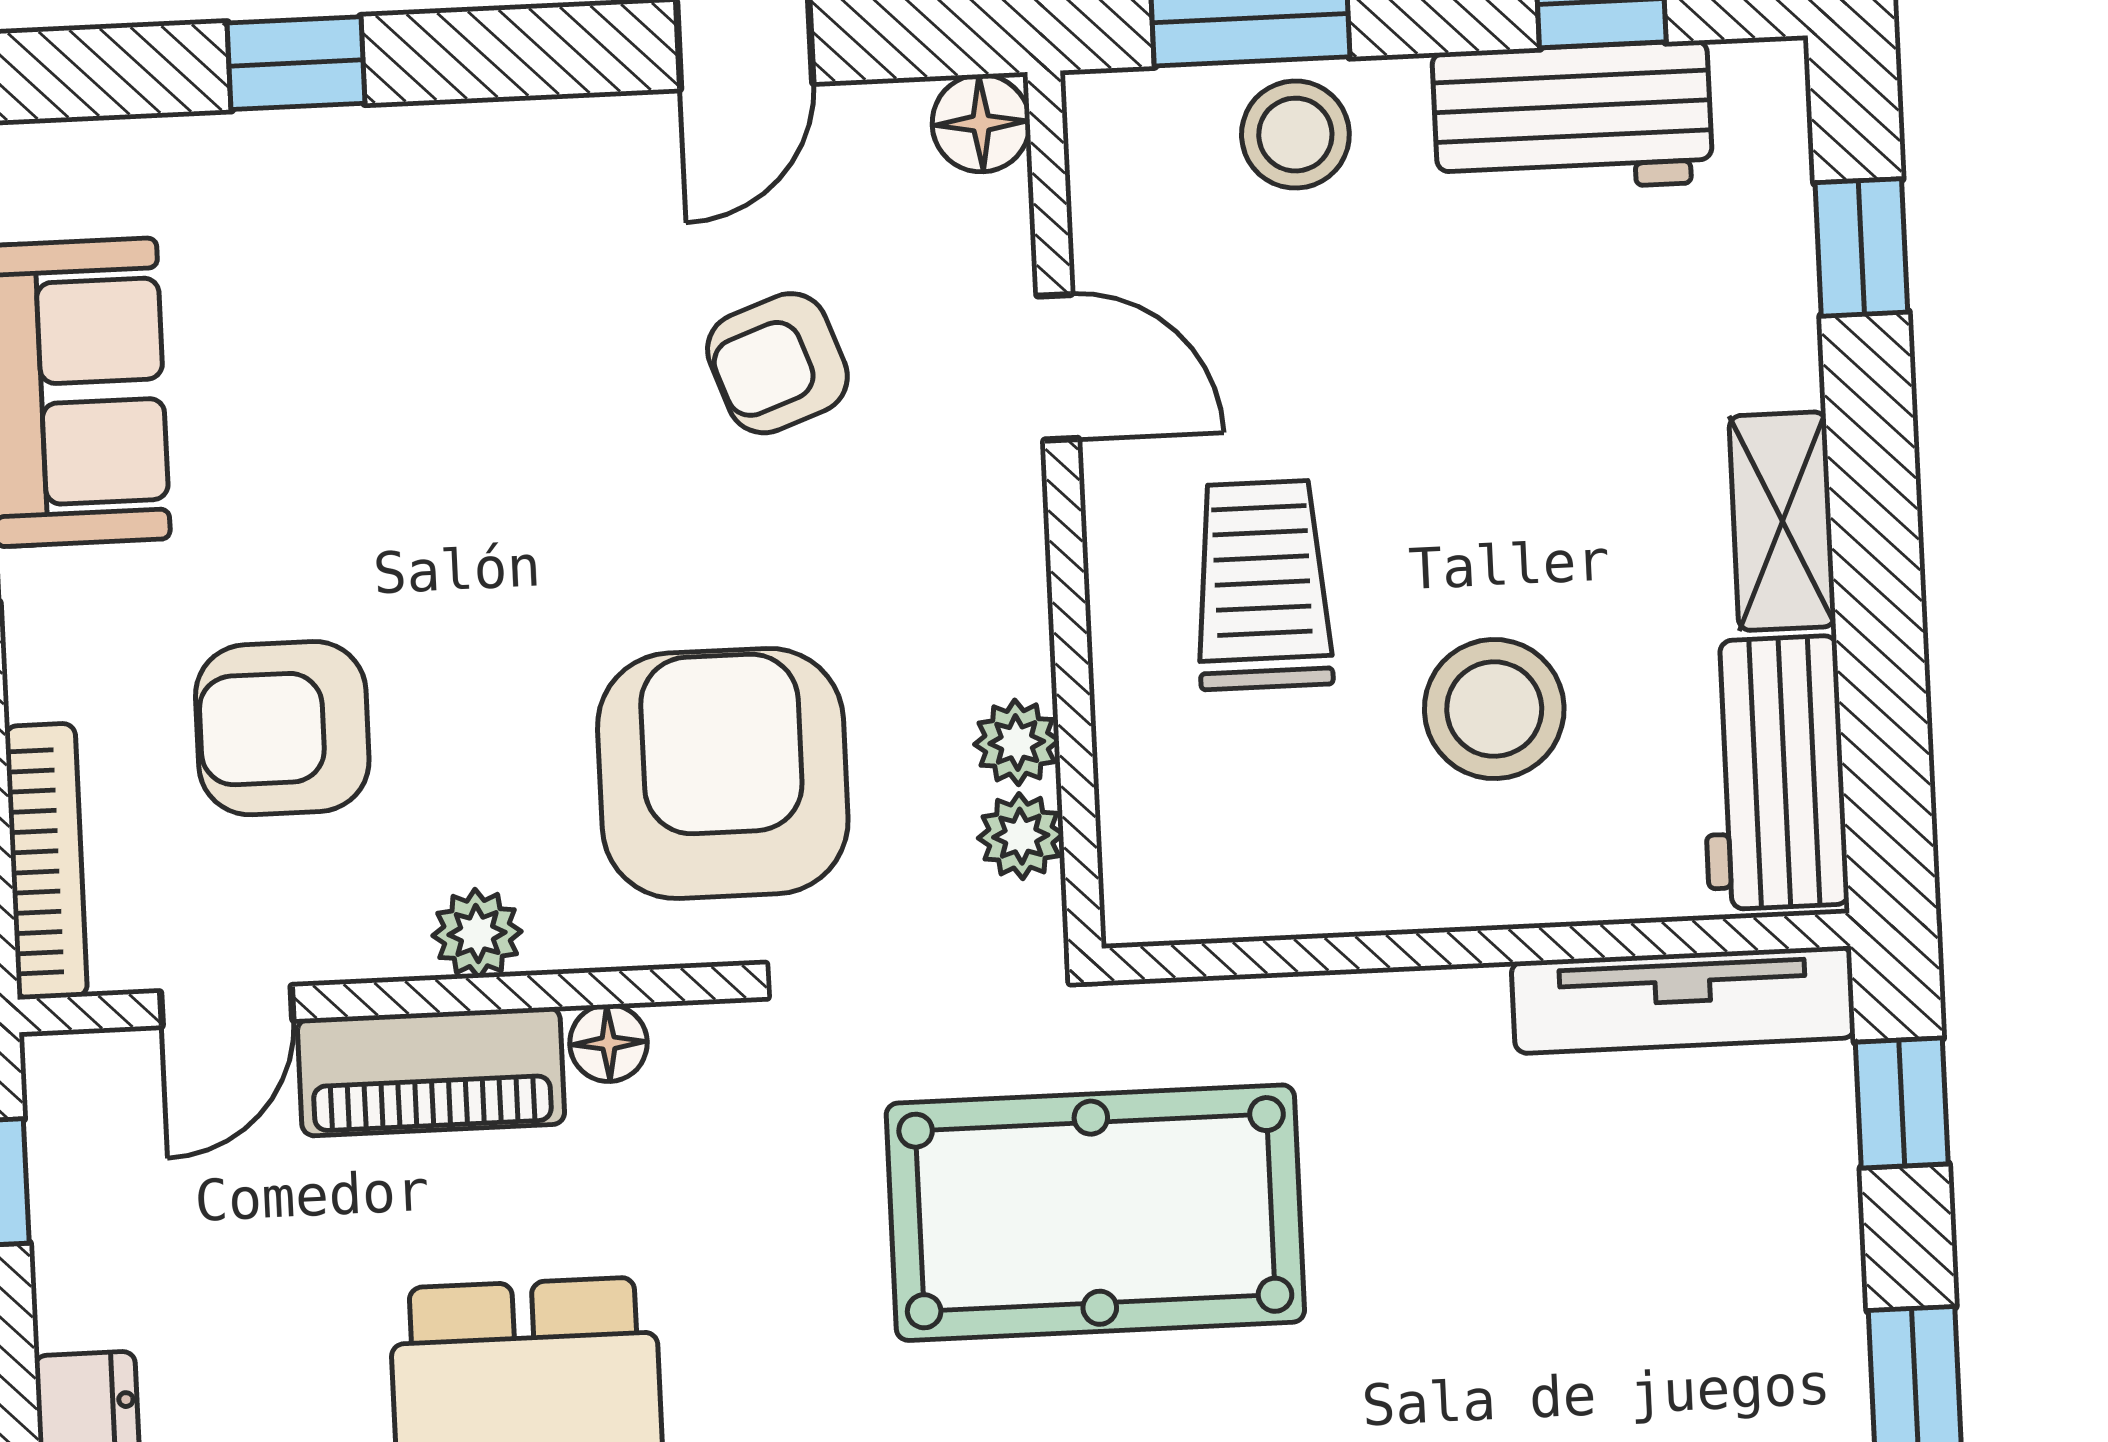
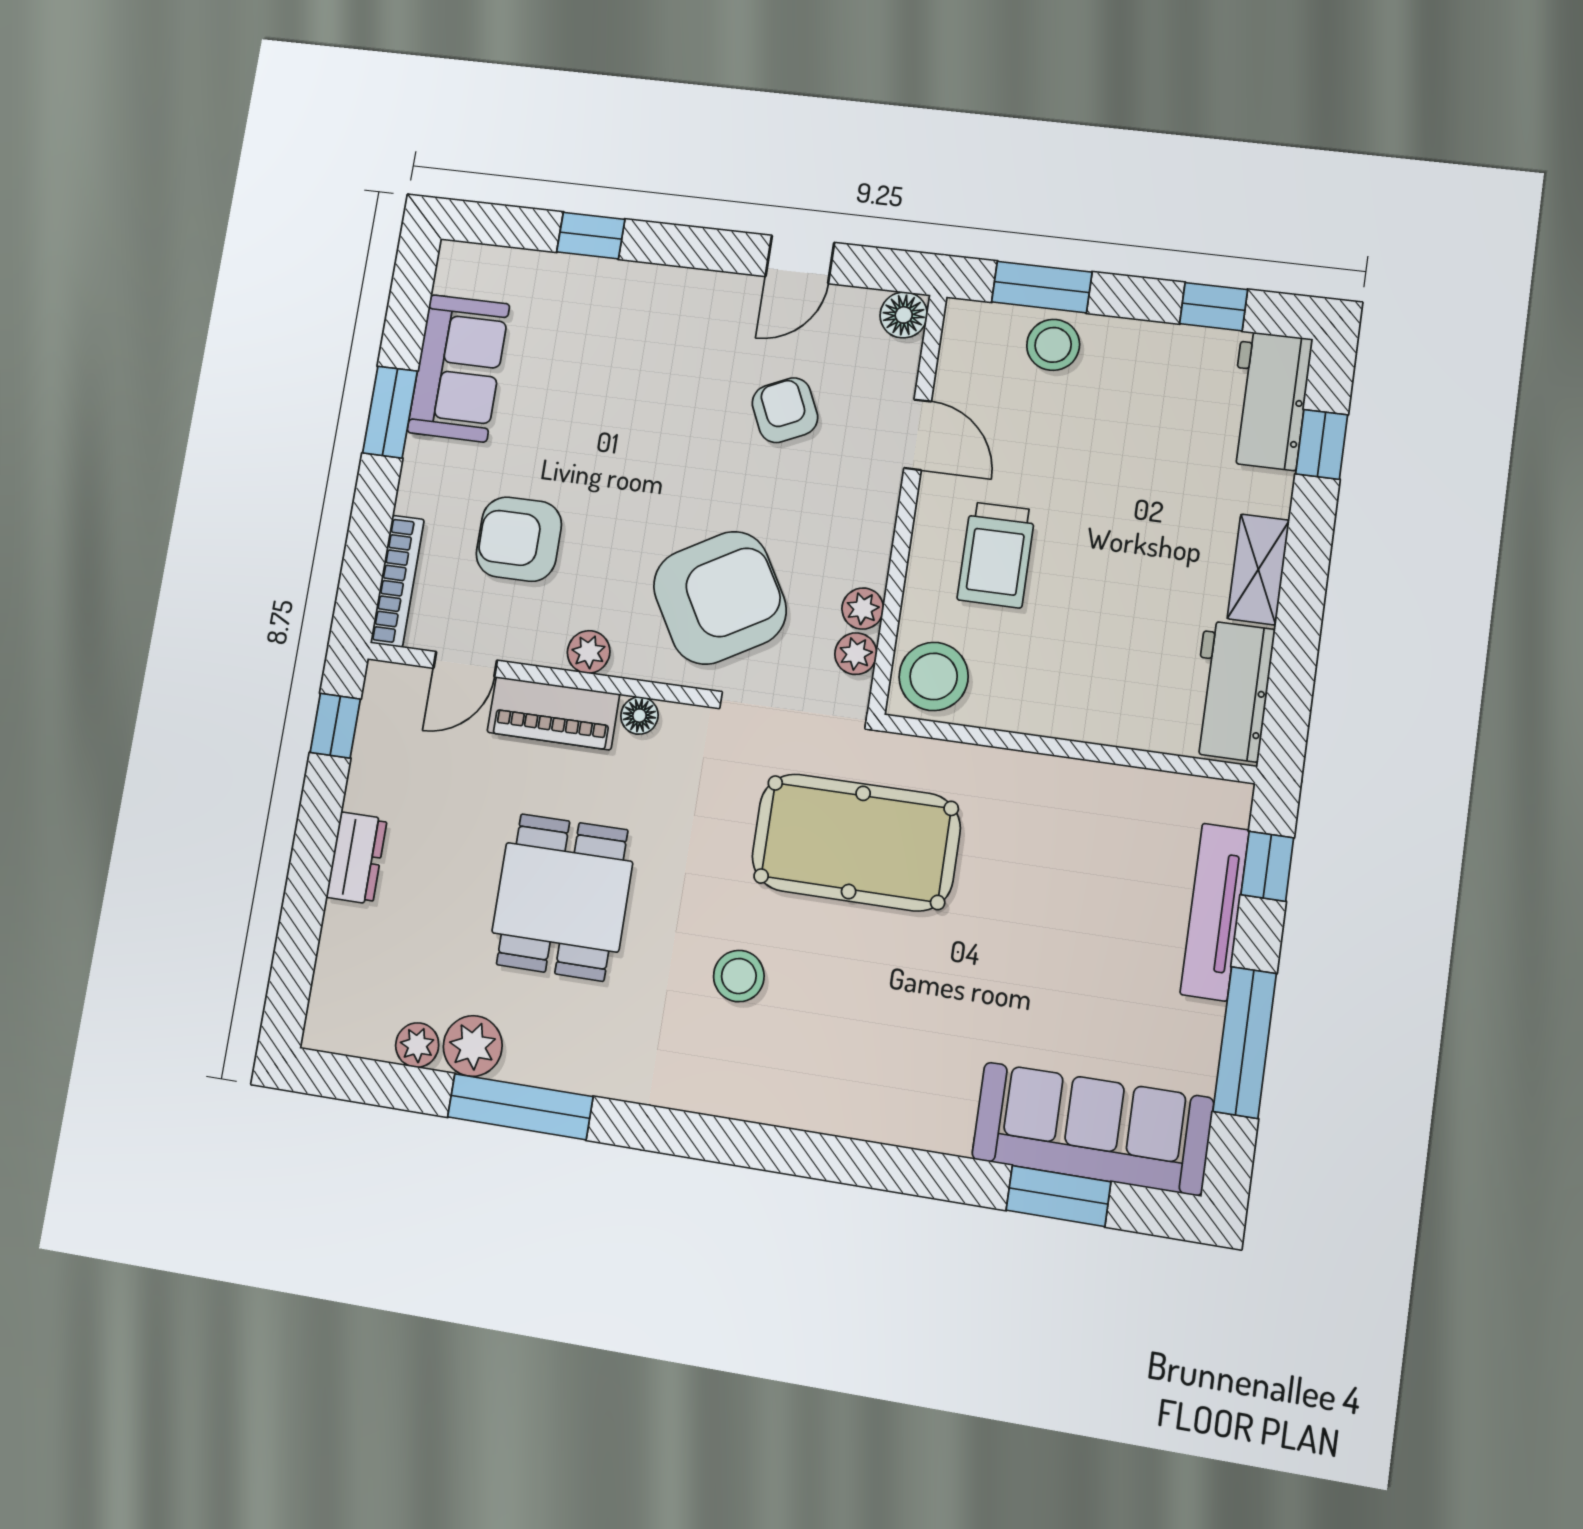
workbench: (1573, 118) -> (1269, 401), moved, turned 90
armchair: (777, 363) -> (785, 410), turned 85
trolley: (1263, 585) -> (996, 555), turned 180
stool: (1494, 709) -> (934, 676), moved
armchair: (723, 773) -> (720, 598), turned 60
tv unit: (1683, 1000) -> (1215, 912), moved, turned 90

